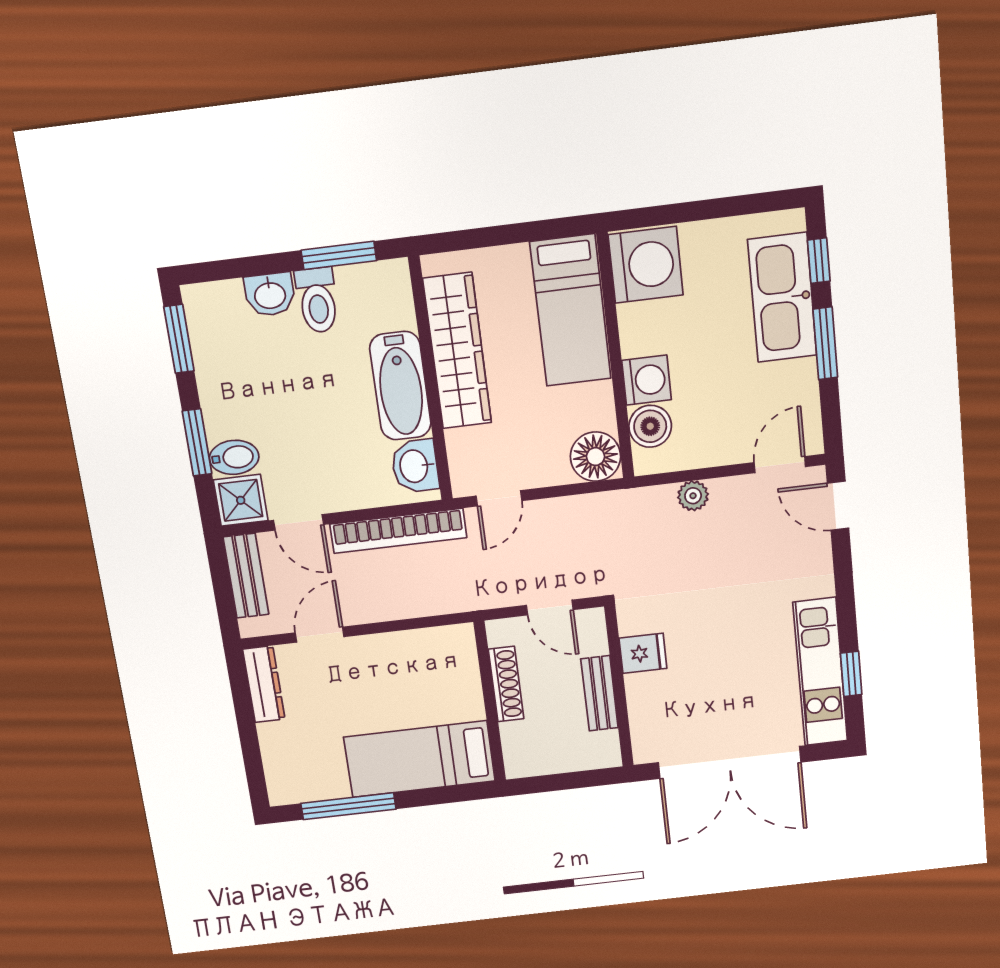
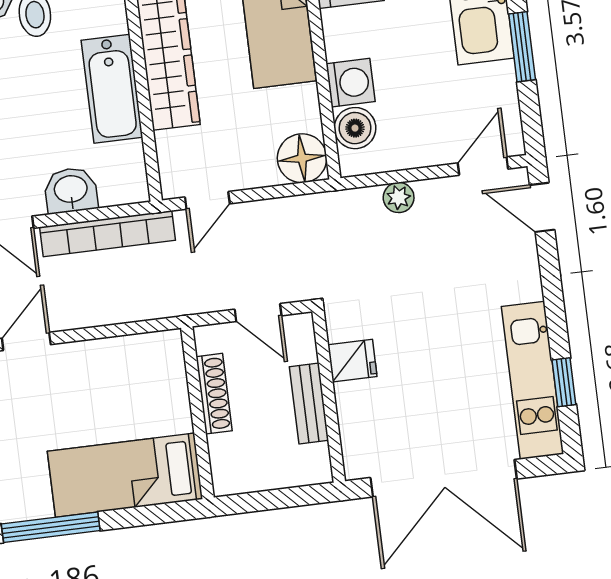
washbasin: (415, 466) -> (71, 190), moved, turned 90

